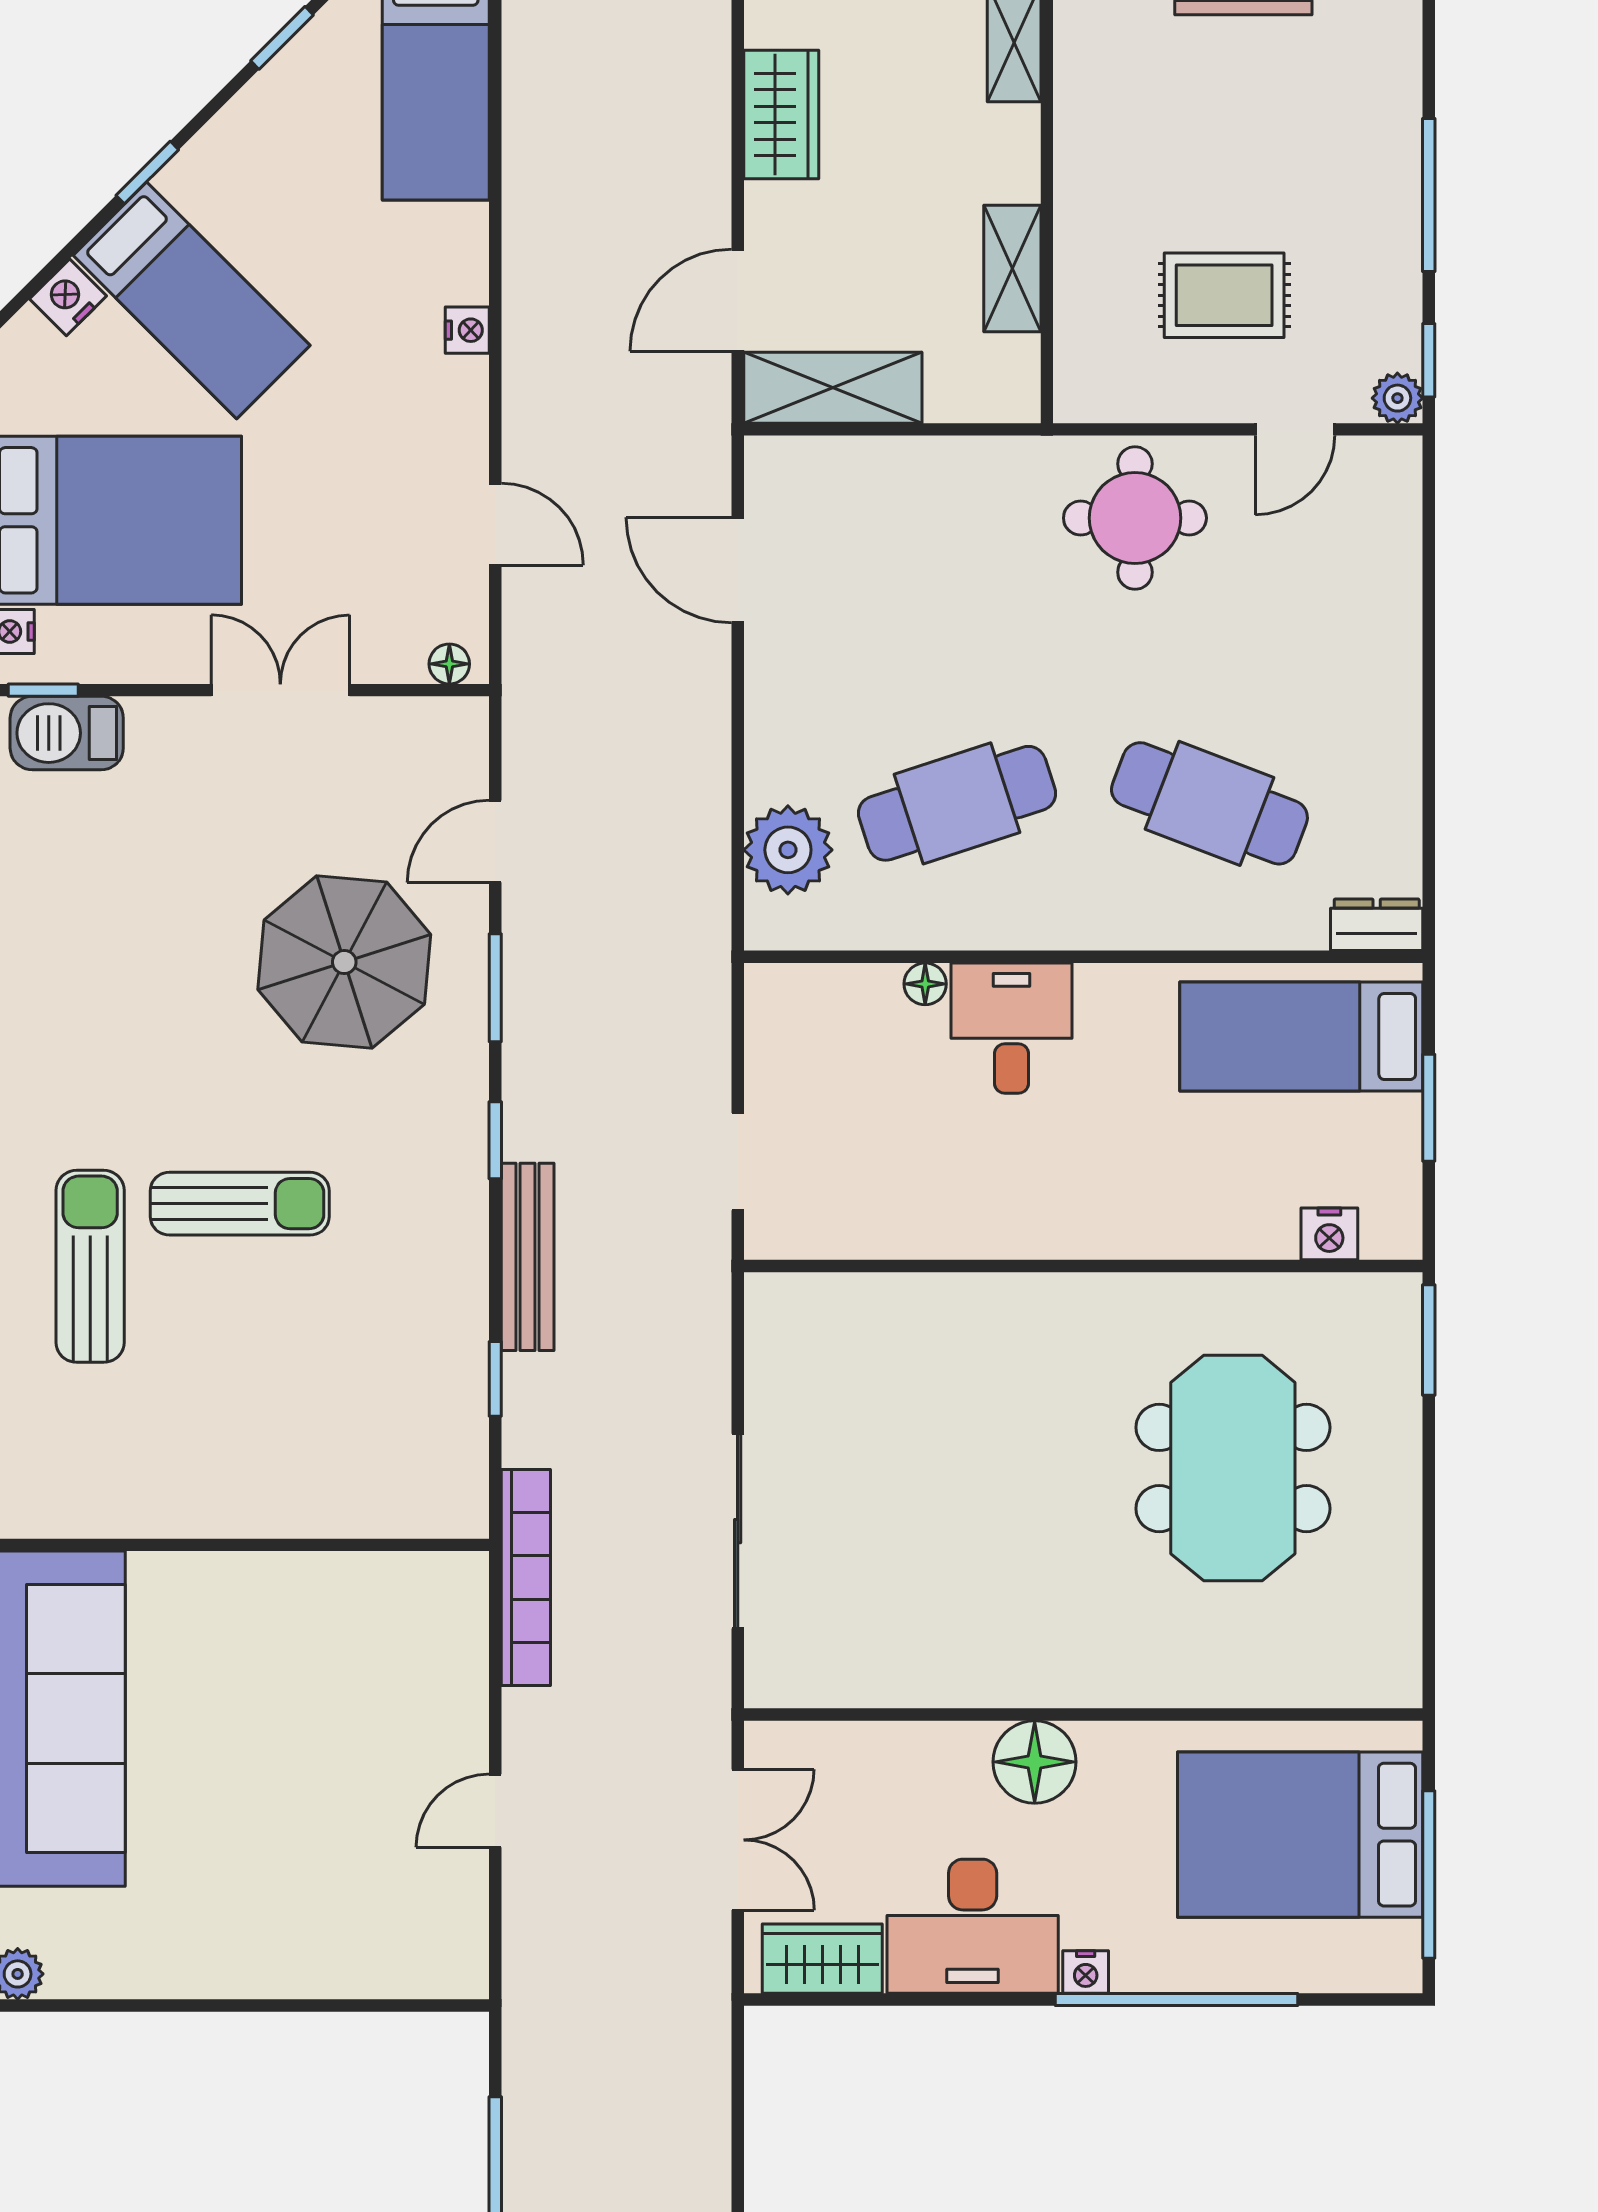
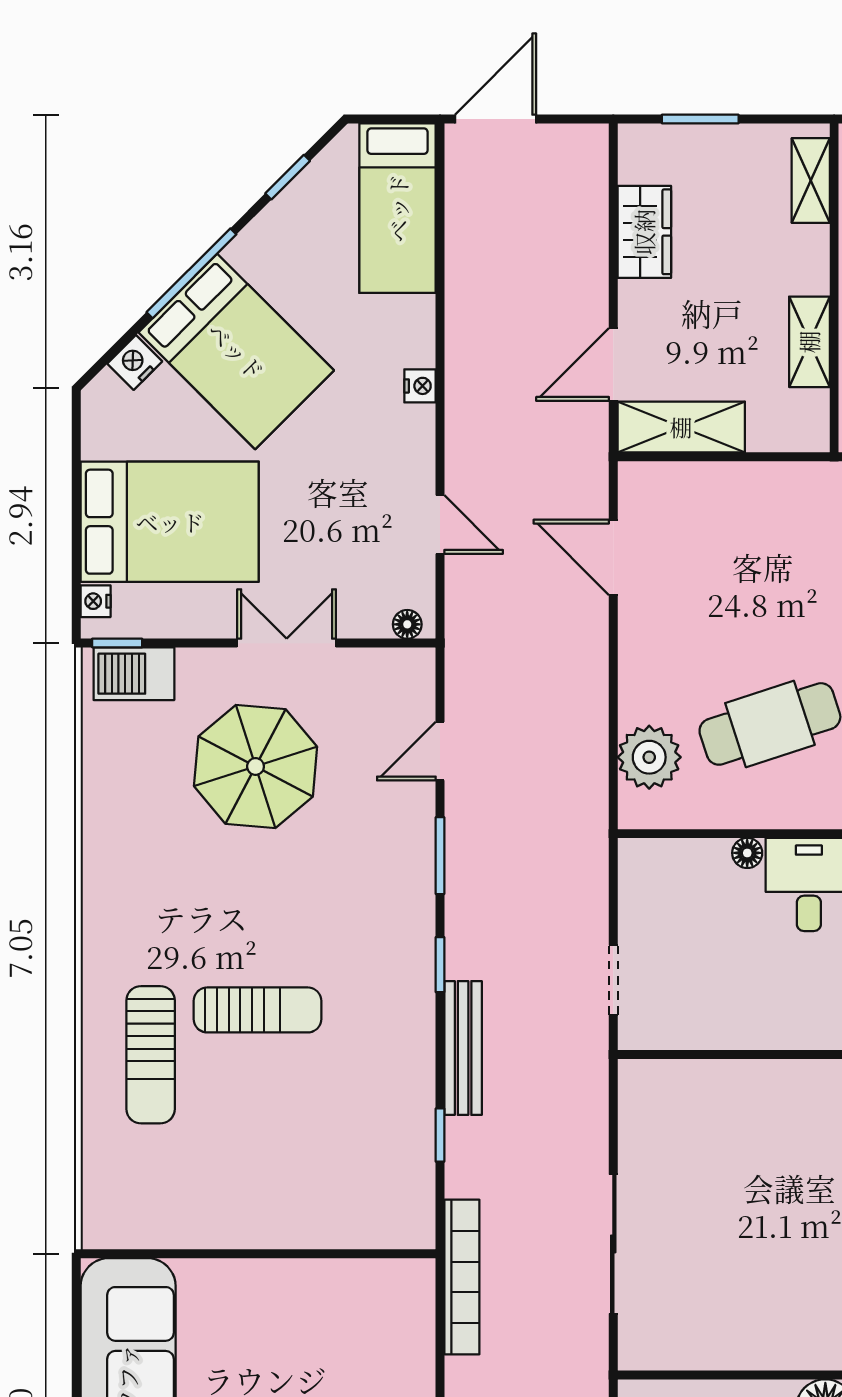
window: (147, 173) -> (191, 273), width x2.17
bed: (192, 300) -> (236, 351), width x1.50
parasol: (344, 962) -> (256, 766), moved
sun lounger: (90, 1266) -> (151, 1055), turned 180

